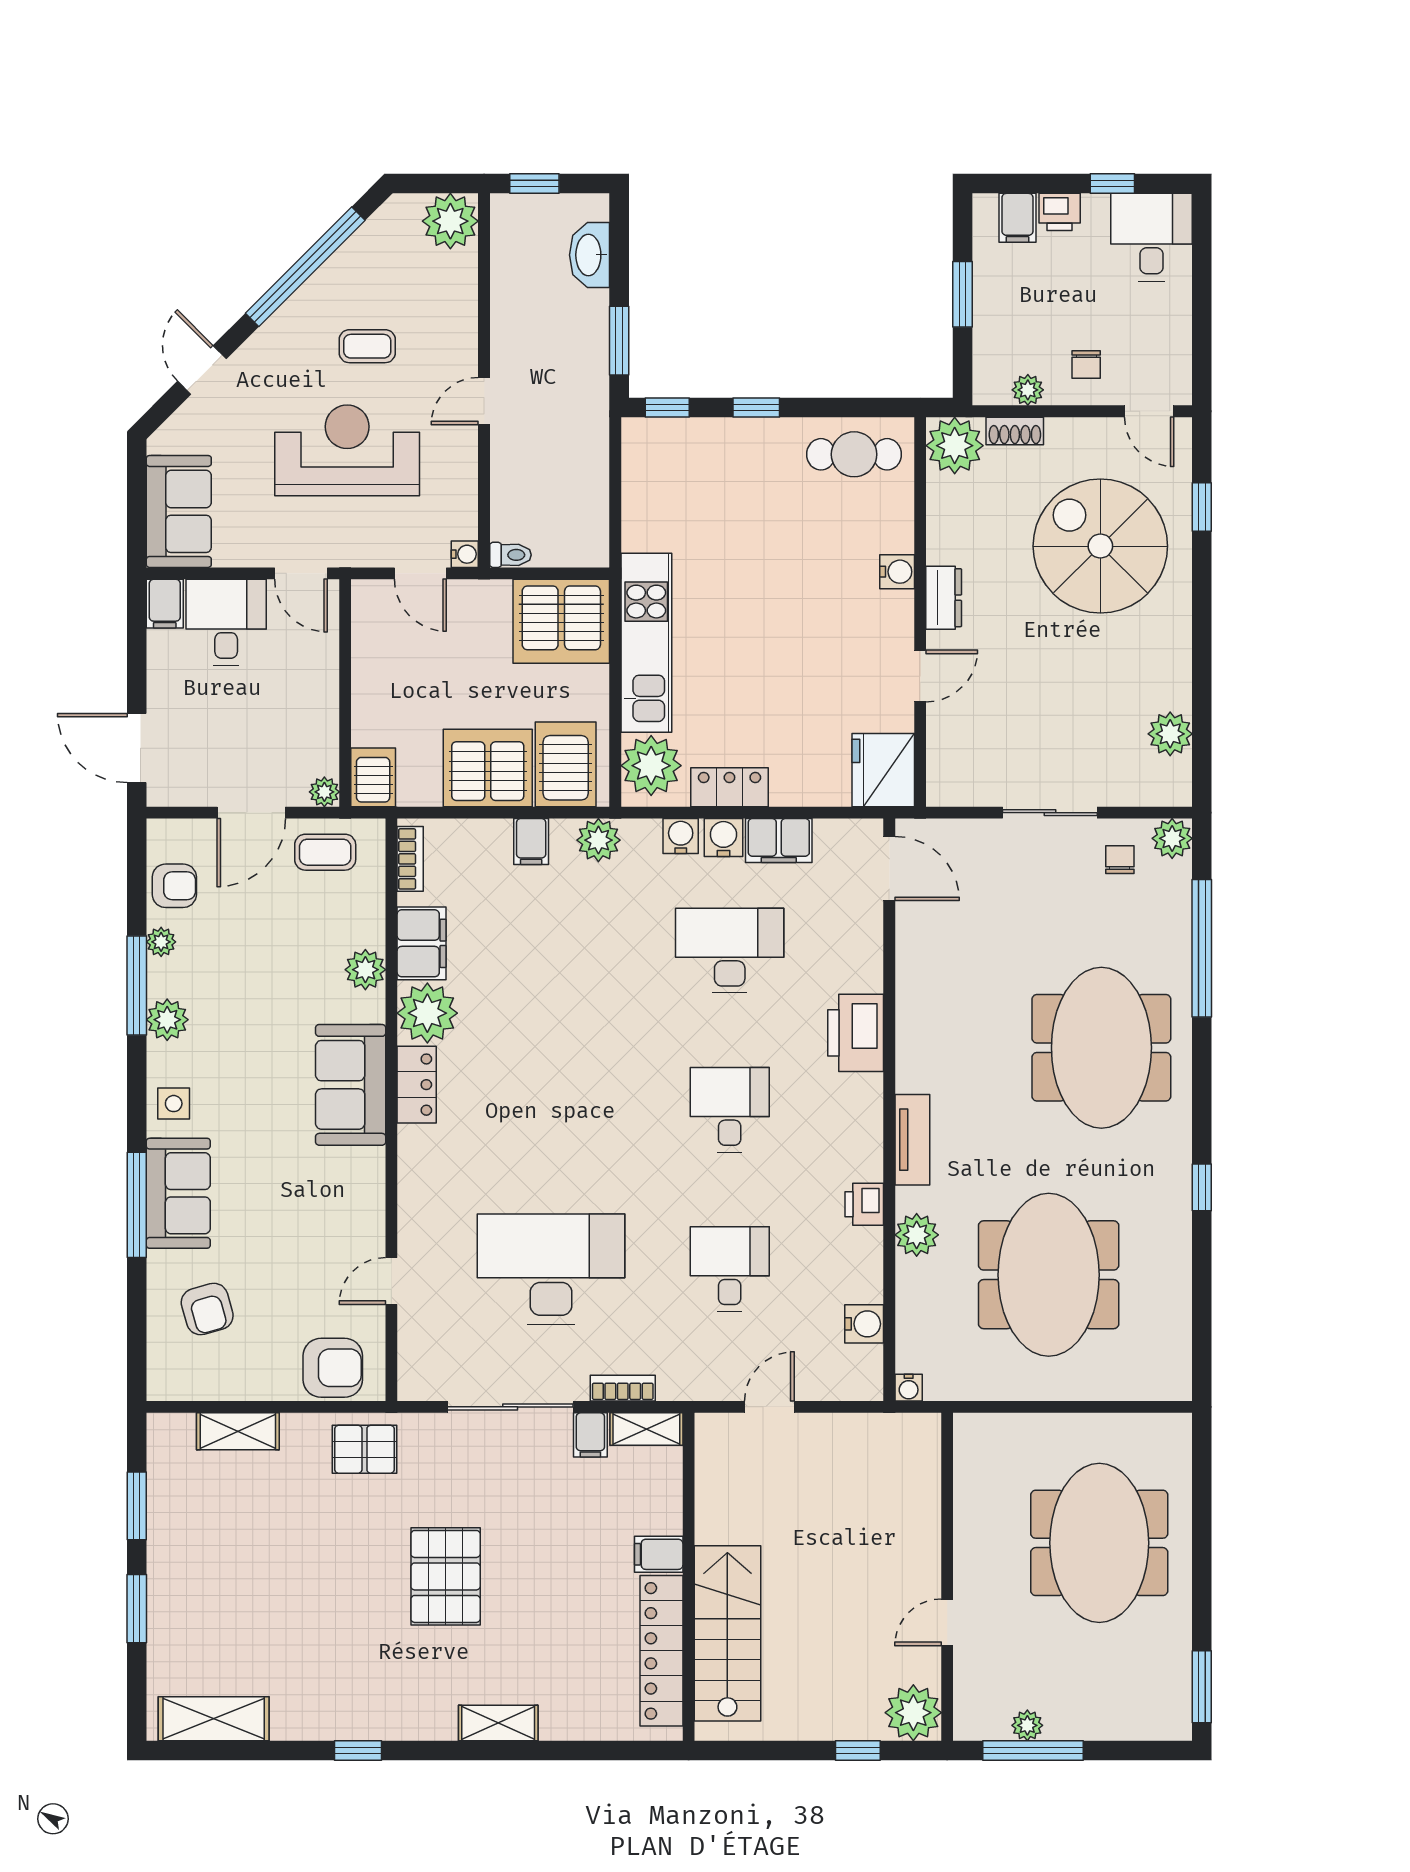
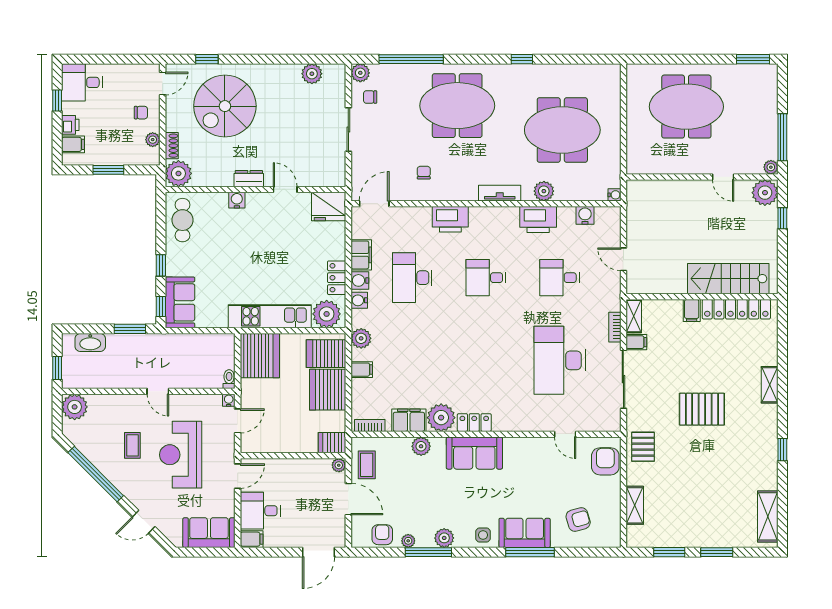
sofa: (676, 449) -> (180, 302), added
chair: (957, 976) -> (424, 173), added
printer: (864, 1204) -> (538, 220), width x1.87, depth x1.48
plant: (1027, 1725) -> (771, 167), moved

